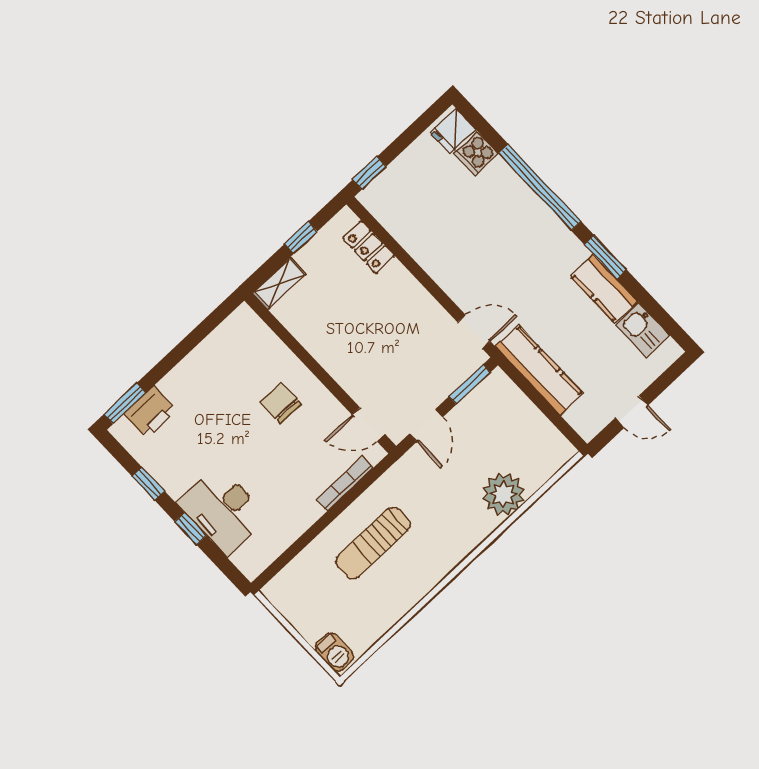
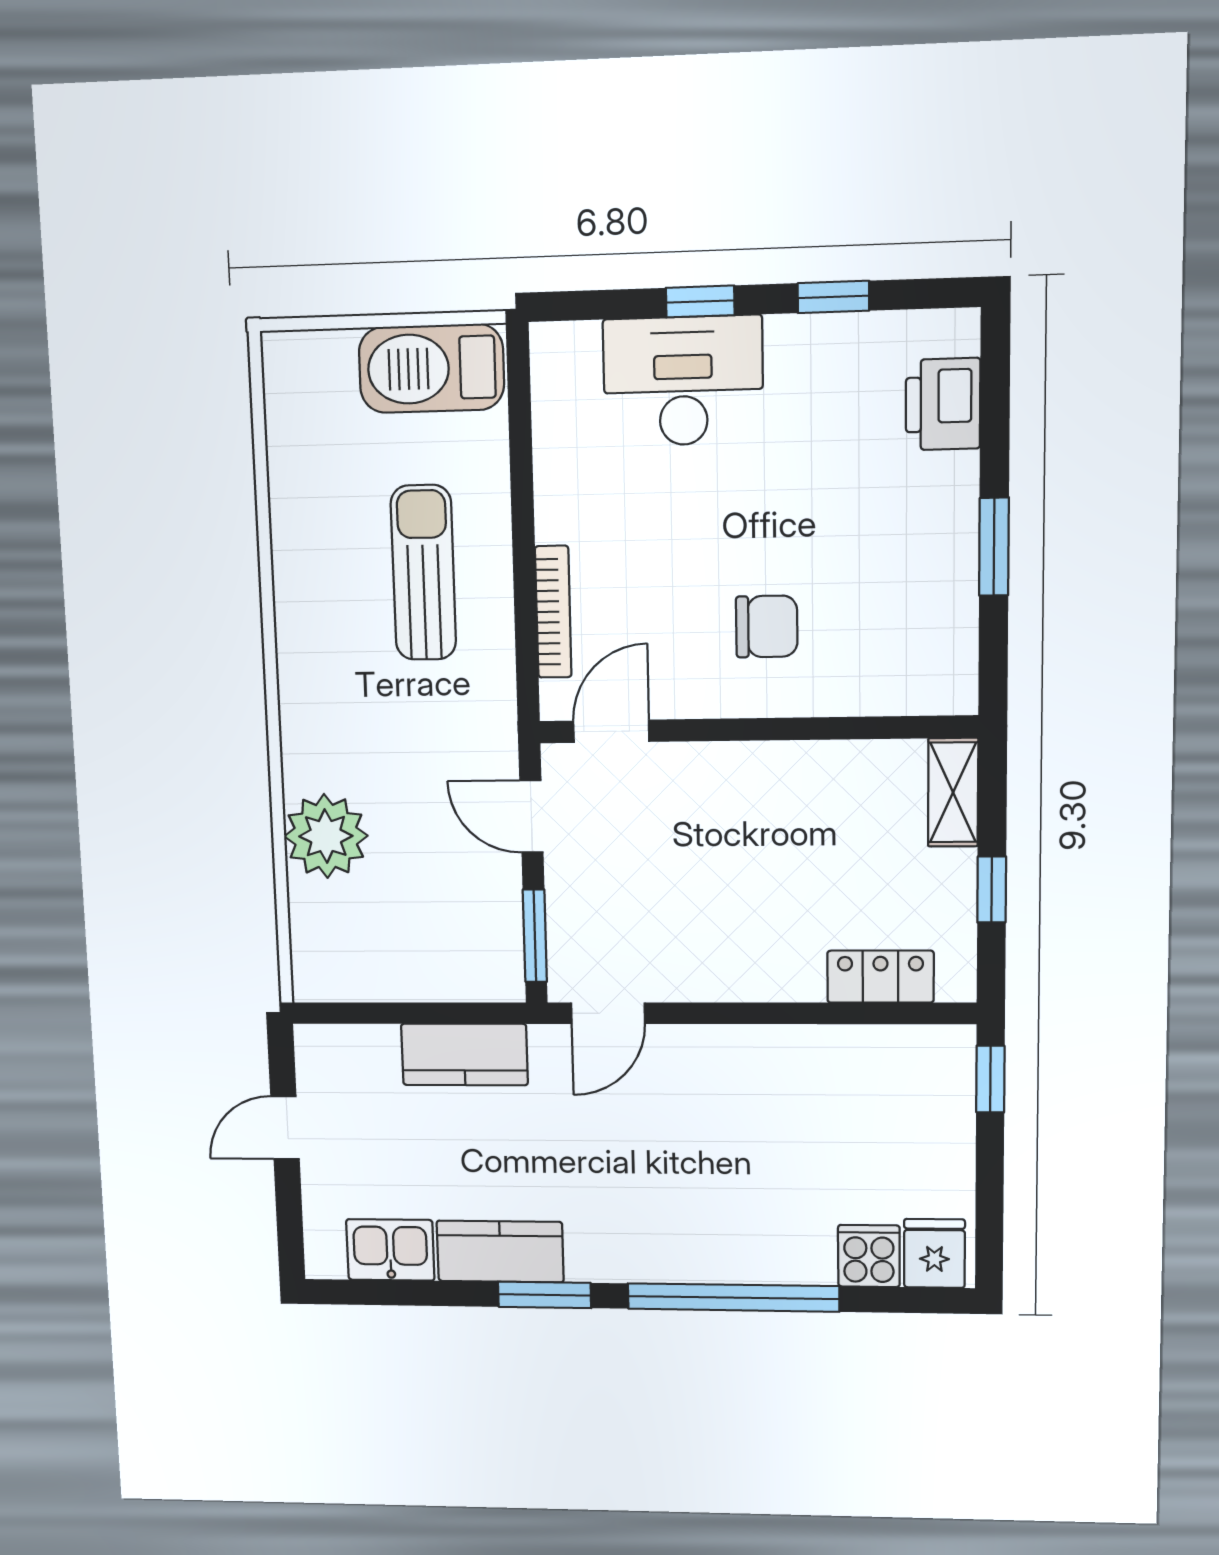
kitchen counter: (539, 370) -> (464, 1054), width x0.67
window: (125, 403) -> (994, 547), moved
barbecue: (334, 652) -> (431, 368), moved, width x1.88, depth x1.53

